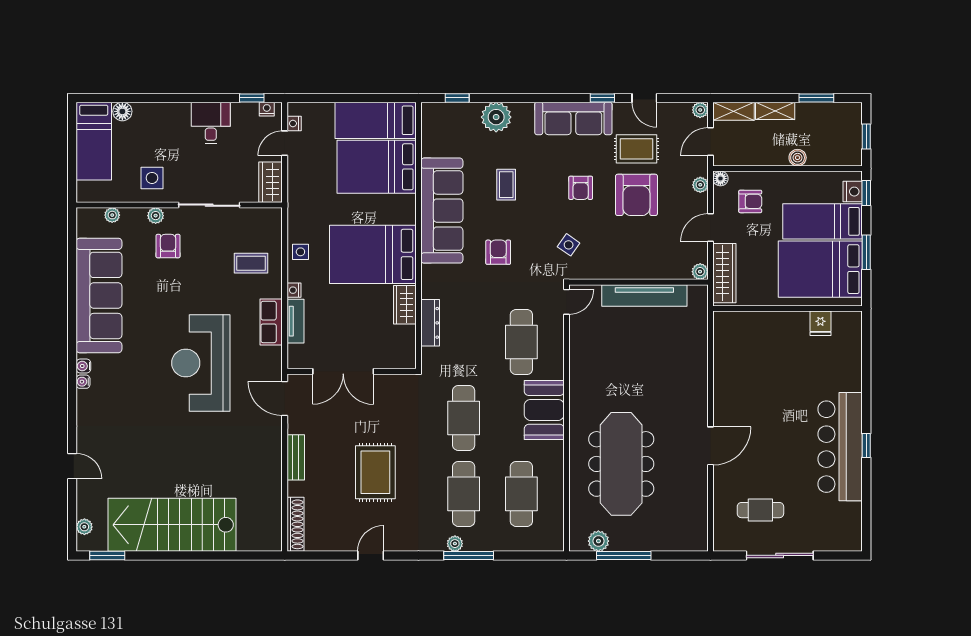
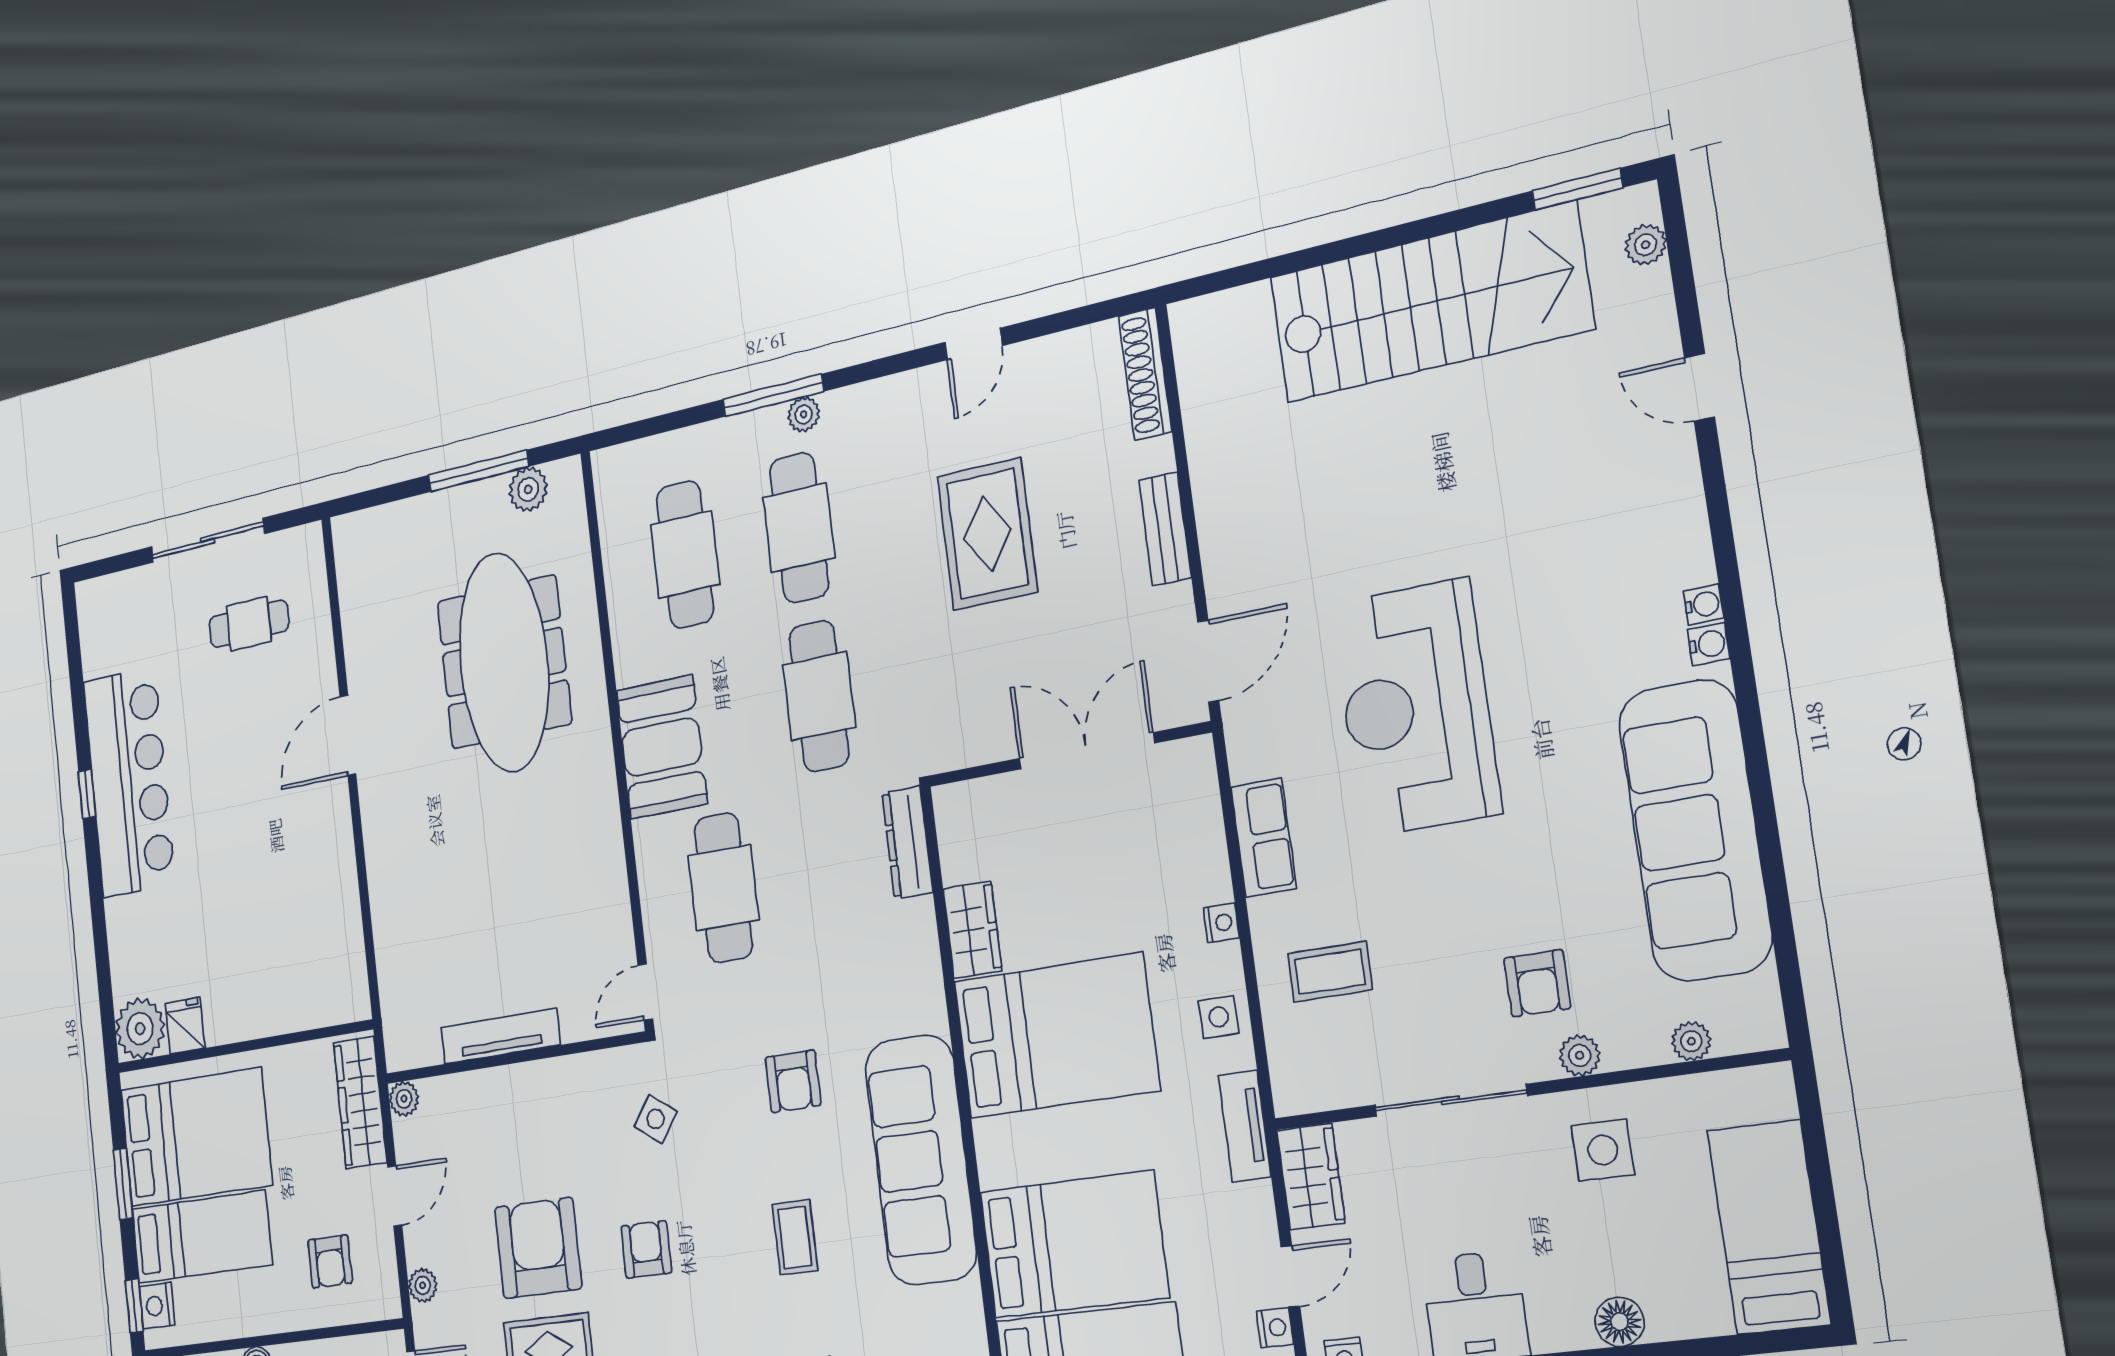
floor lamp: (122, 111) -> (1620, 1322), moved
floor lamp: (720, 178) -> (388, 1304), removed
armchair: (750, 201) -> (330, 1261), turned -90
tv unit: (644, 295) -> (501, 1036), width x0.73, depth x0.78
tv unit: (296, 321) -> (1245, 1126), moved
dresser: (430, 323) -> (907, 843), moved
plant: (847, 326) -> (140, 1029), added
reception desk: (201, 363) -> (1416, 708), turned 180
door: (285, 399) -> (1208, 661), hinge flipped

